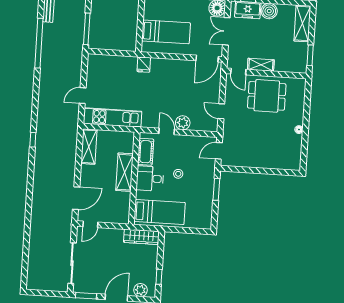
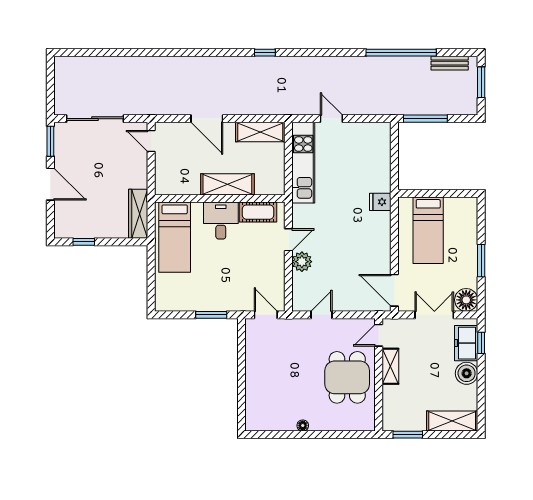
stool: (178, 174) -> (230, 260), removed
door: (76, 198) -> (207, 119), moved
plant: (140, 290) -> (63, 217), removed

